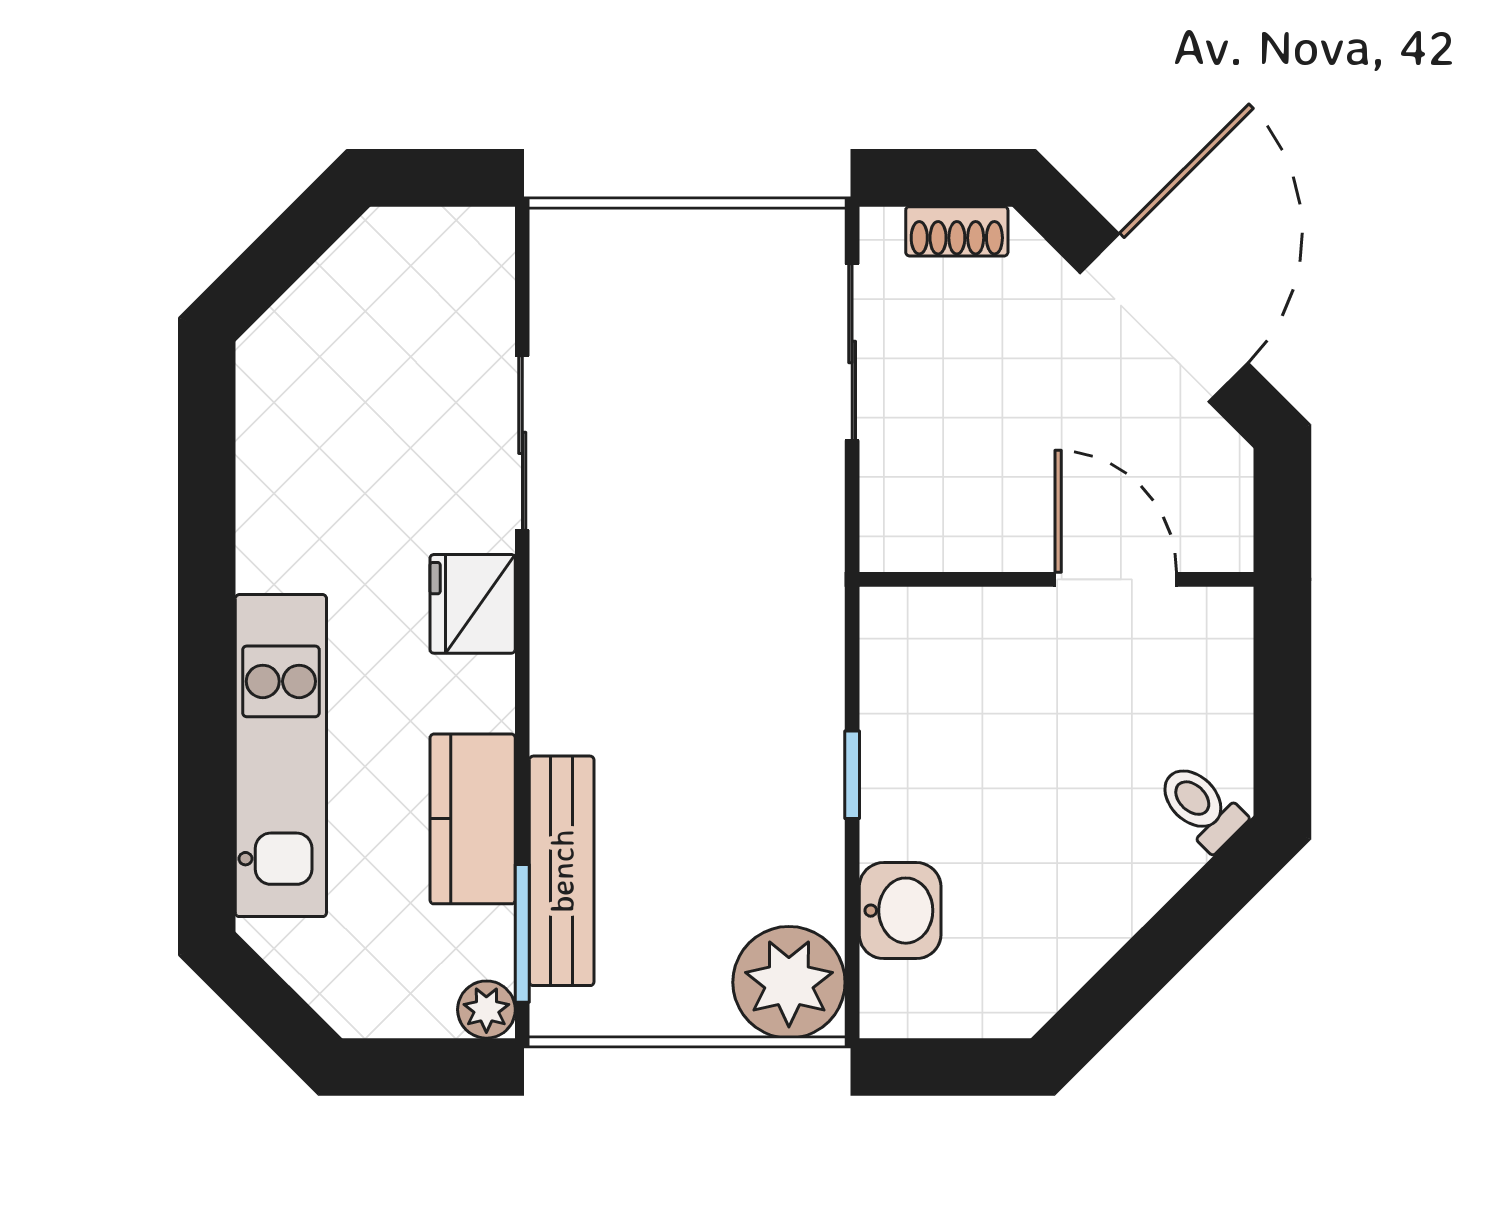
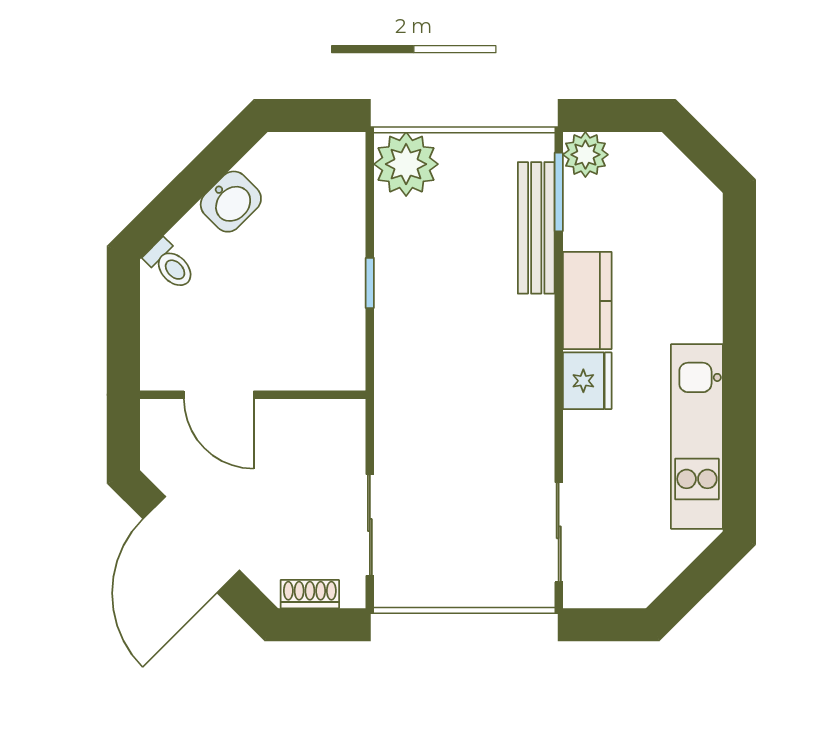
sliding door: (522, 443) -> (559, 532), moved
kitchen unit: (281, 756) -> (697, 436), moved
kitchen counter: (473, 819) -> (587, 301), moved
washbasin: (900, 911) -> (231, 202), moved, turned -135
plant: (486, 1010) -> (585, 155), width x1.38, depth x1.38

